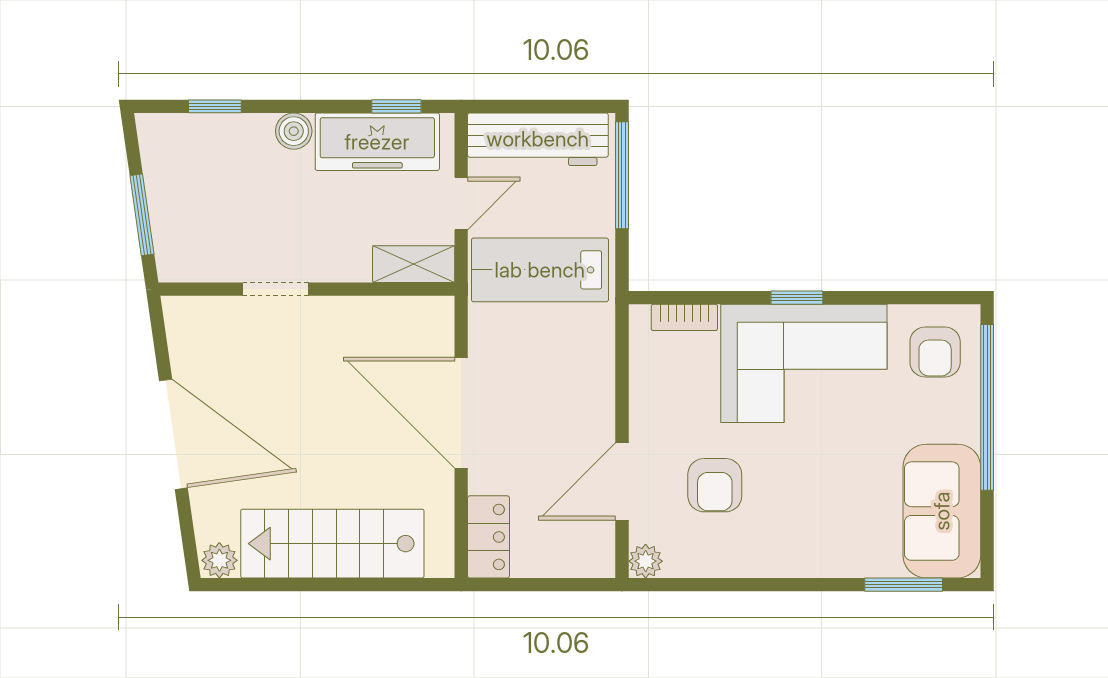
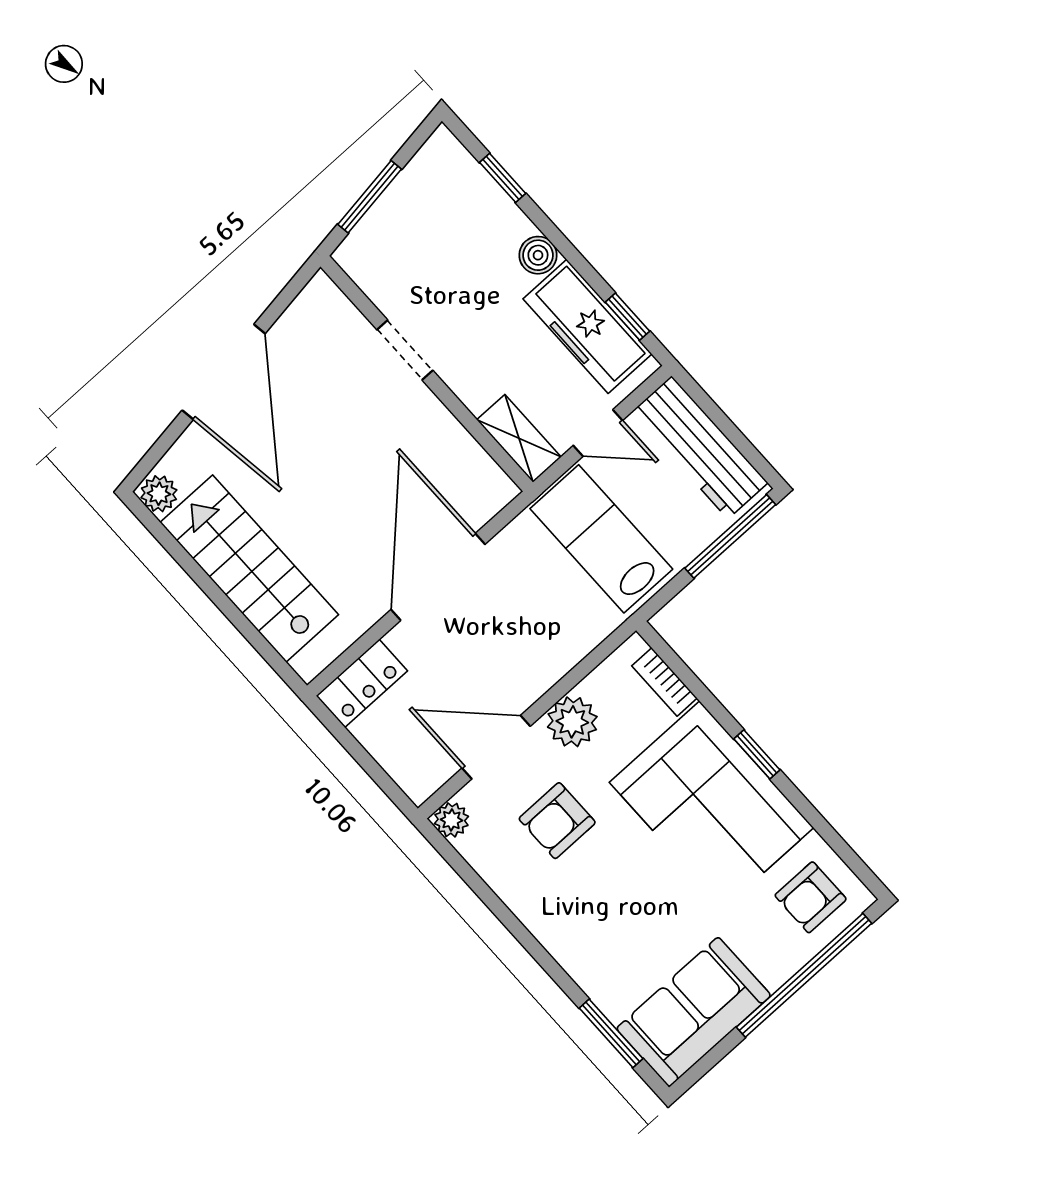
plant: (653, 410) -> (572, 722), added

